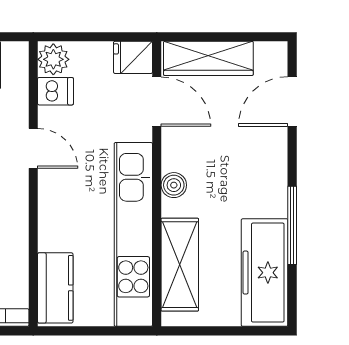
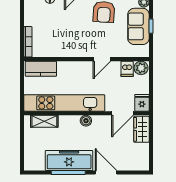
wardrobe: (208, 58) -> (141, 129), width x0.67
door: (292, 102) -> (106, 173), moved
shelving: (180, 265) -> (44, 121), width x0.67, depth x0.75
freezer: (265, 273) -> (69, 160), moved

